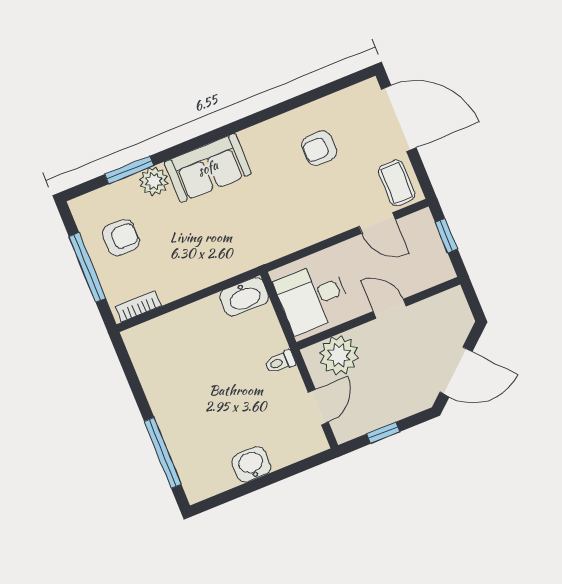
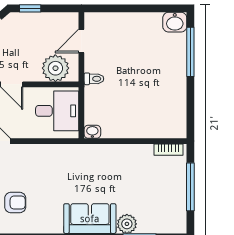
armchair: (121, 238) -> (162, 197), removed
washbasin: (244, 297) -> (92, 132), width x0.52, depth x0.69
window: (383, 433) -> (30, 8), moved
washbasin: (251, 464) -> (175, 22), moved

